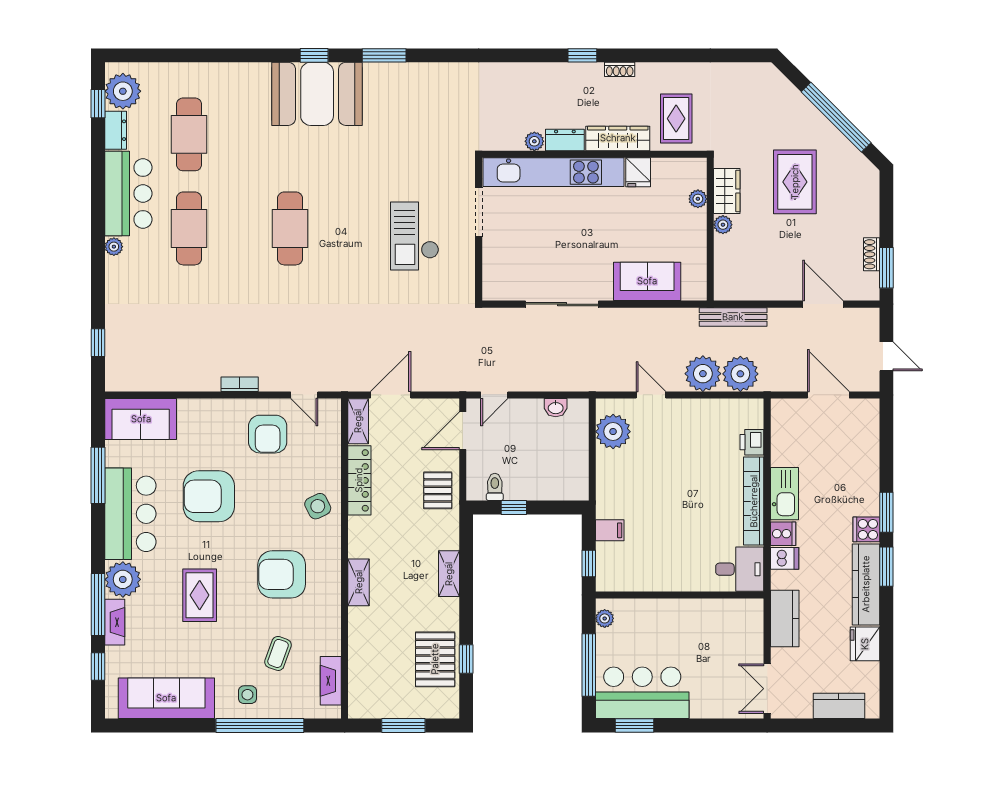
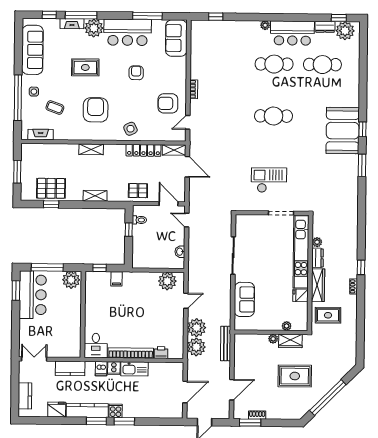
armchair: (209, 496) -> (136, 73), width x0.53, depth x0.53
plant: (605, 618) -> (71, 280), width x1.88, depth x1.88

